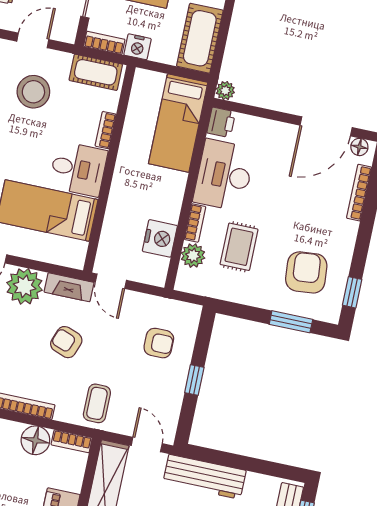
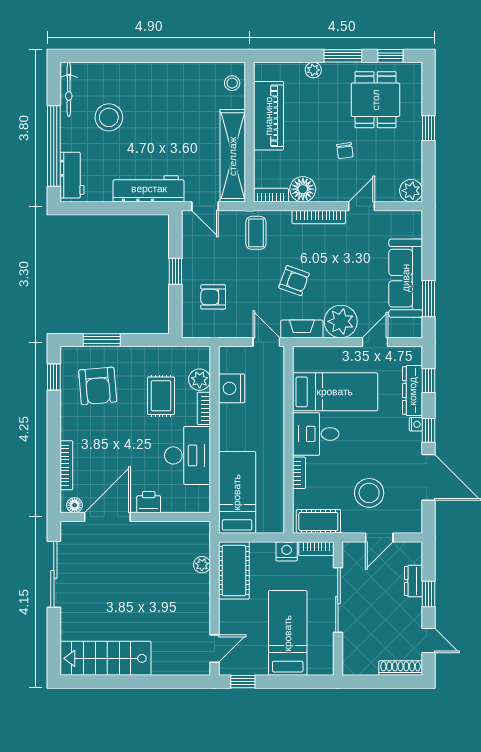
plant: (225, 91) -> (202, 565), moved
printer: (221, 122) -> (149, 502), moved, turned 90

